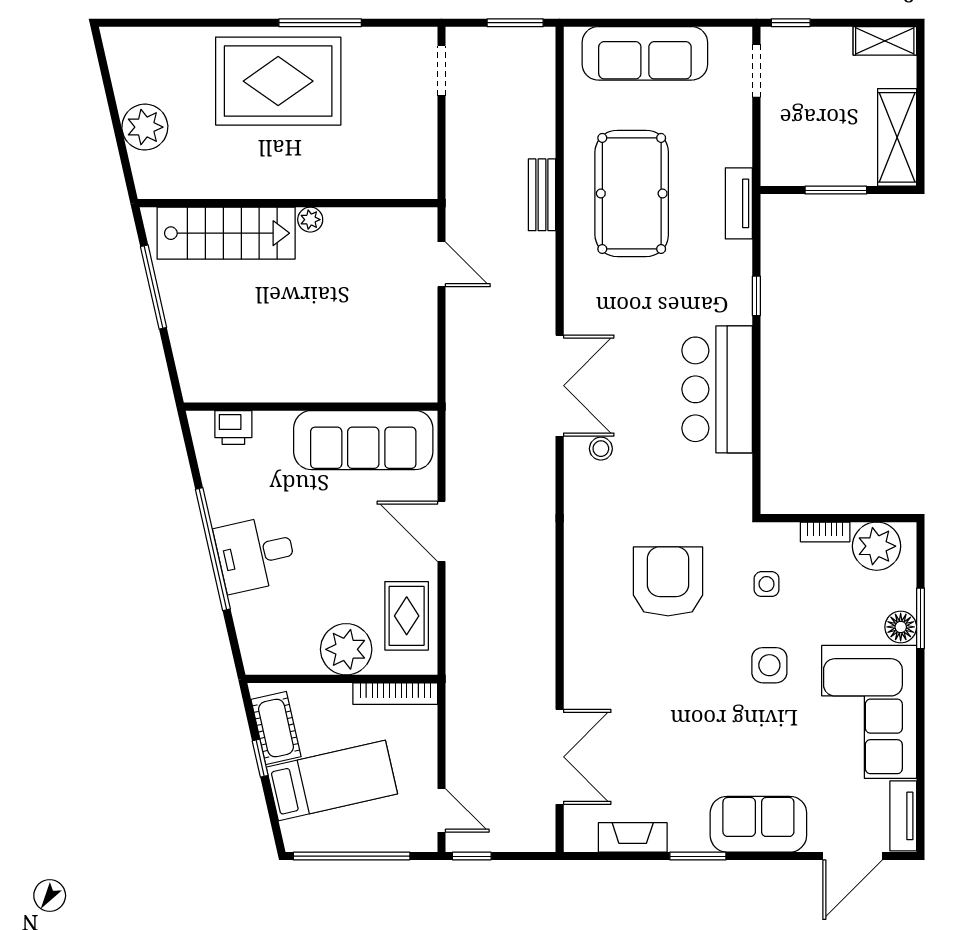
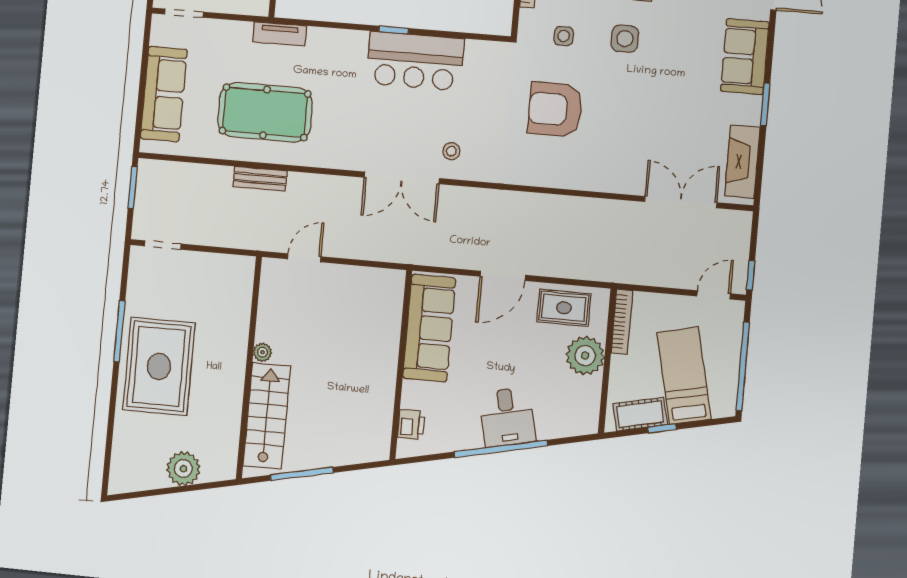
window: (756, 296) -> (394, 30), moved
double door: (560, 386) -> (402, 178), swing flipped
fireplace: (633, 837) -> (742, 162), width x1.37, depth x1.32

